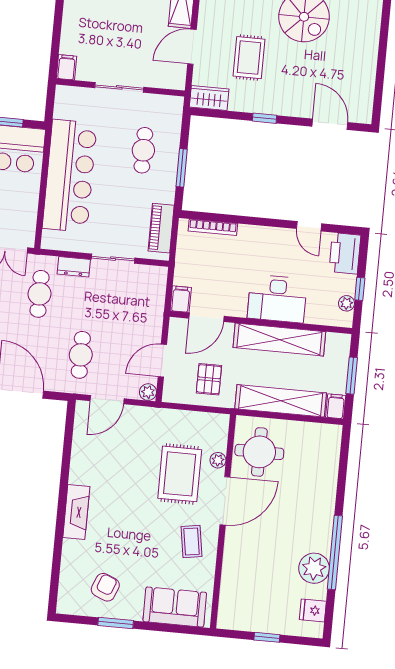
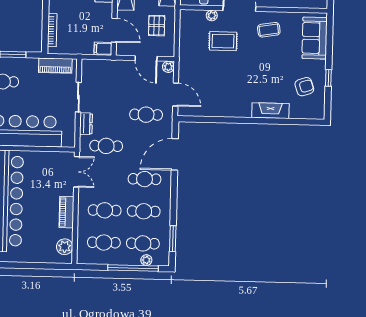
pallet: (209, 379) -> (157, 26), turned 90
rug: (180, 474) -> (223, 41), width x0.73, depth x0.70
fireplace: (76, 512) -> (270, 111), moved
armchair: (105, 587) -> (304, 87), turned 140
window: (116, 623) -> (328, 78), width x0.67

